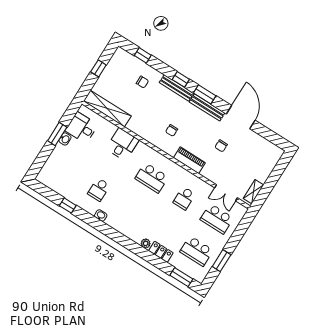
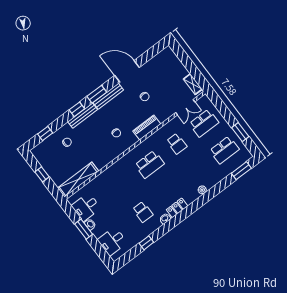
desk: (122, 144) -> (112, 241), moved, turned -90
locker: (161, 252) -> (177, 208), moved

